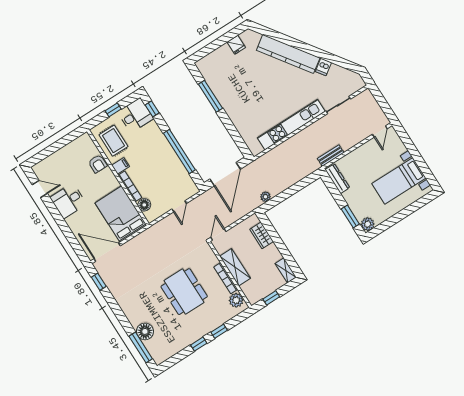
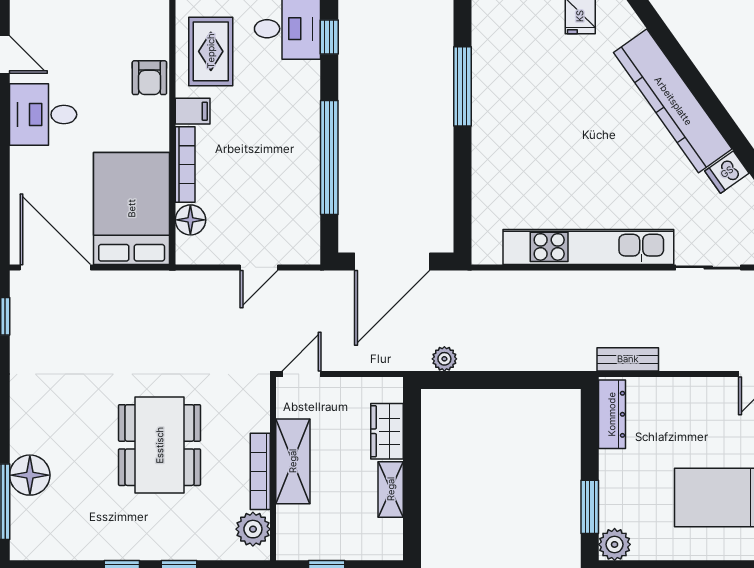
shelving: (286, 270) -> (391, 489), moved

